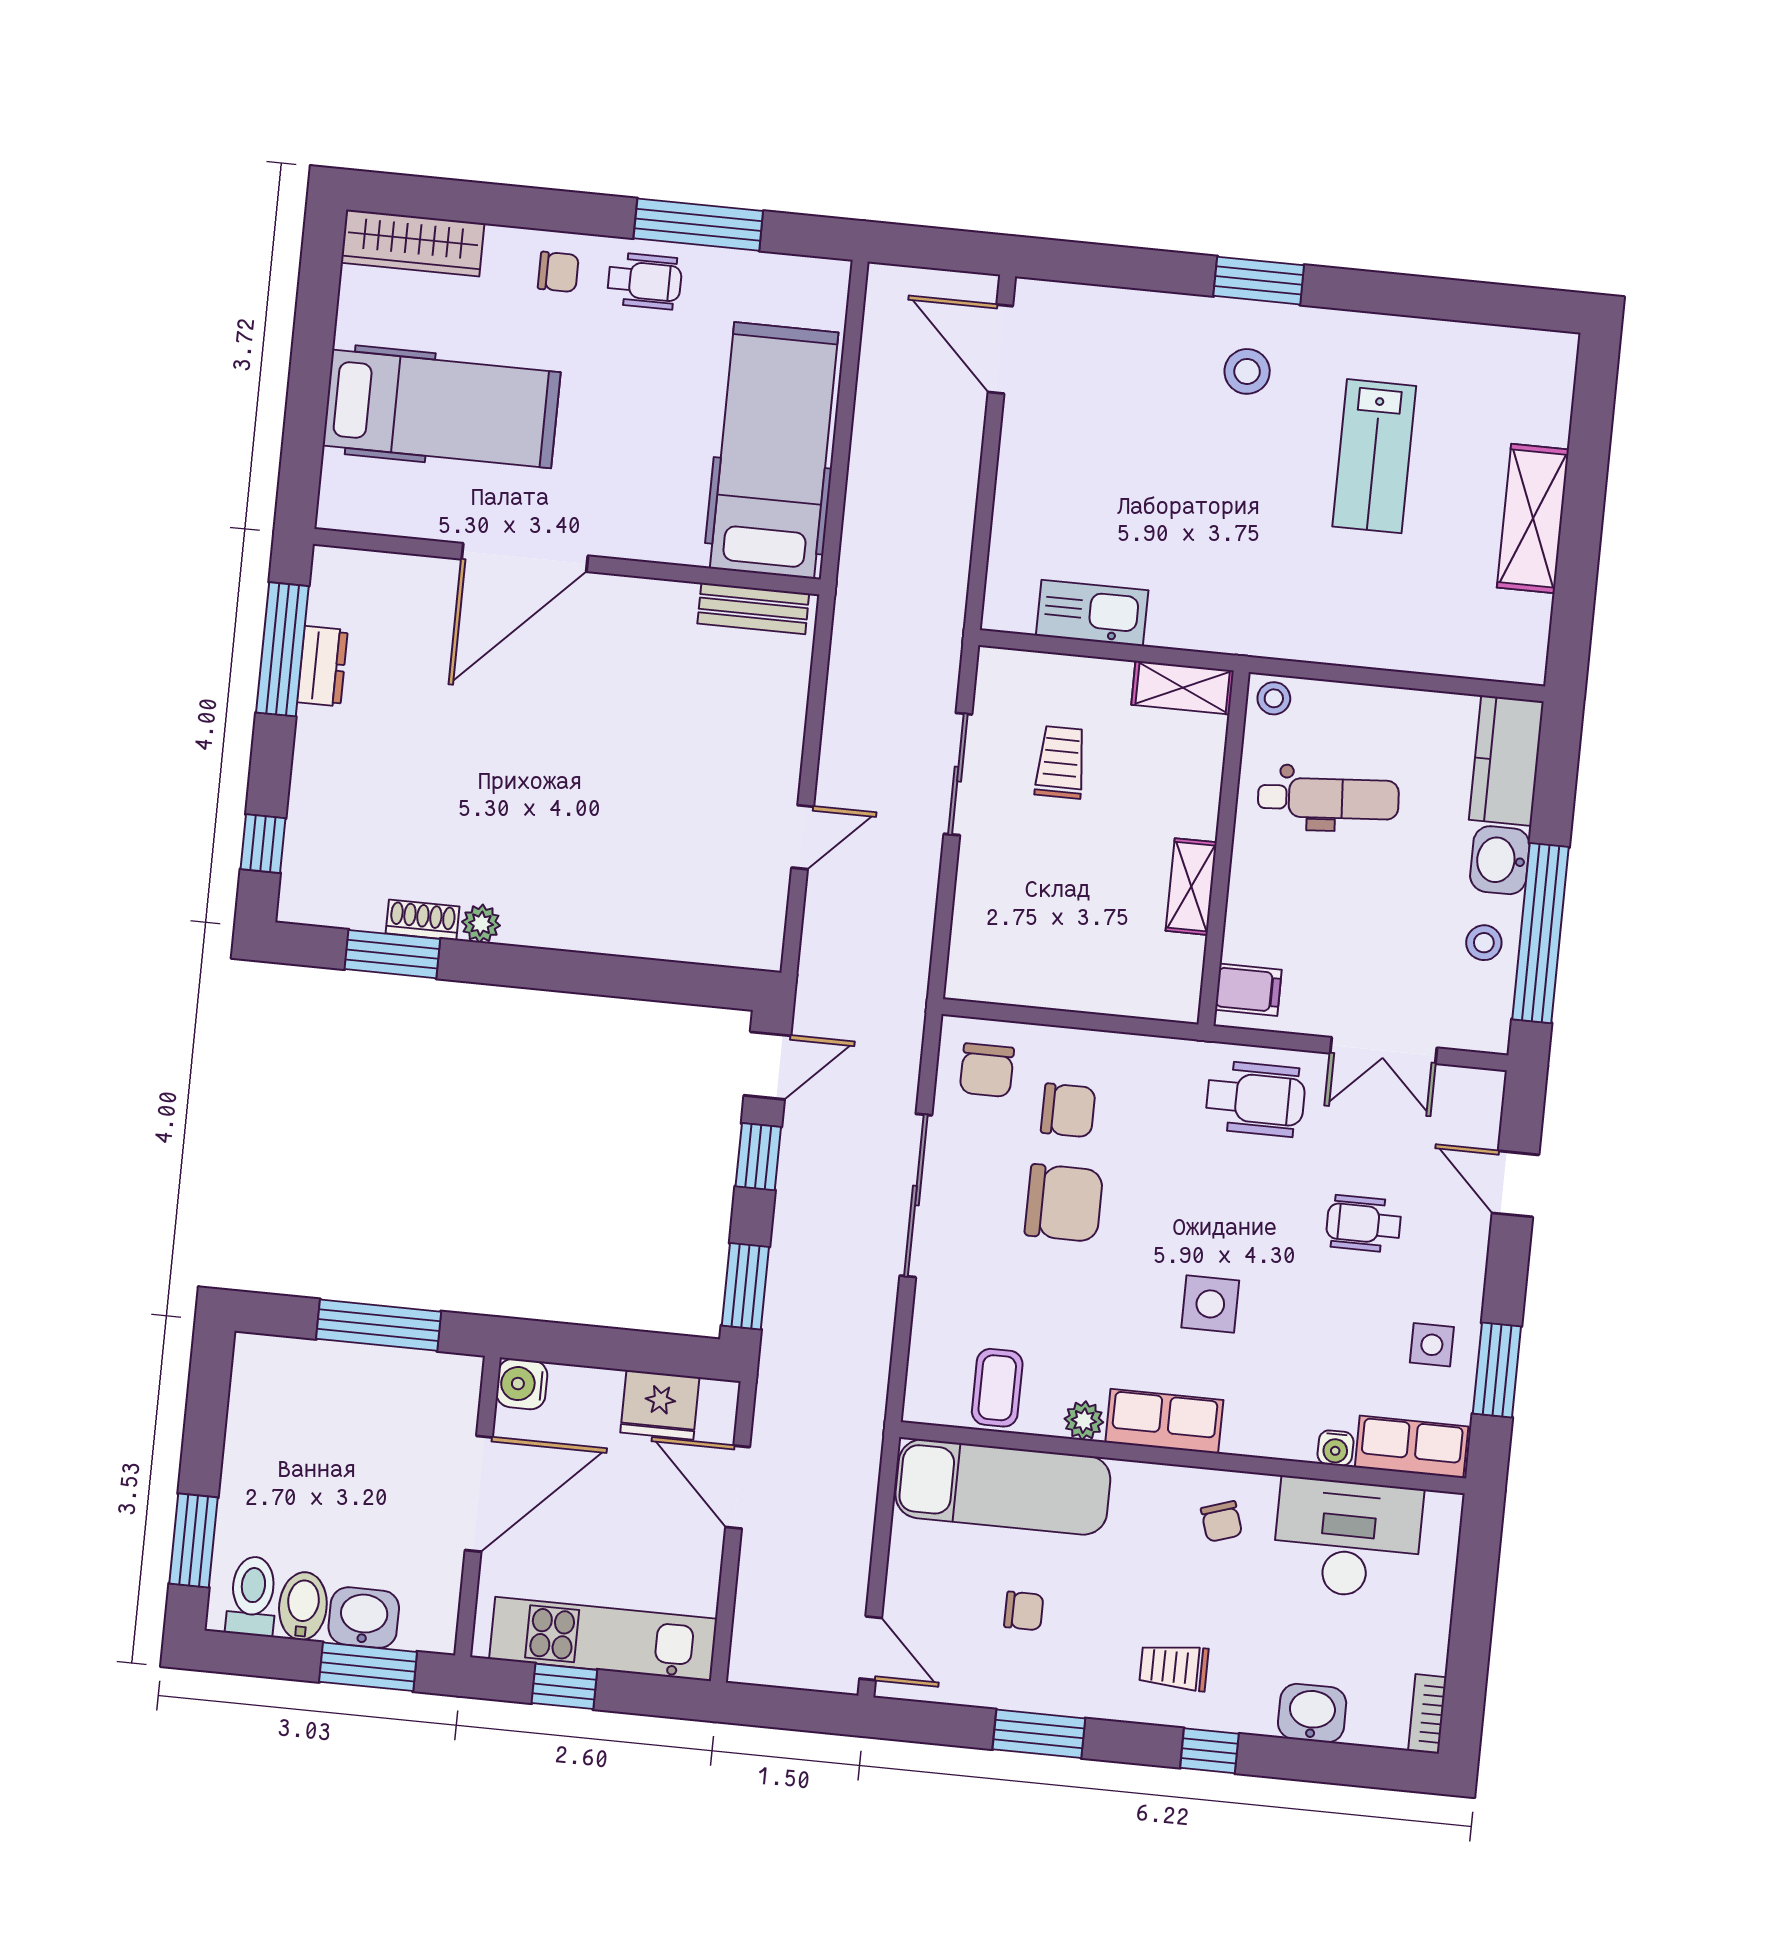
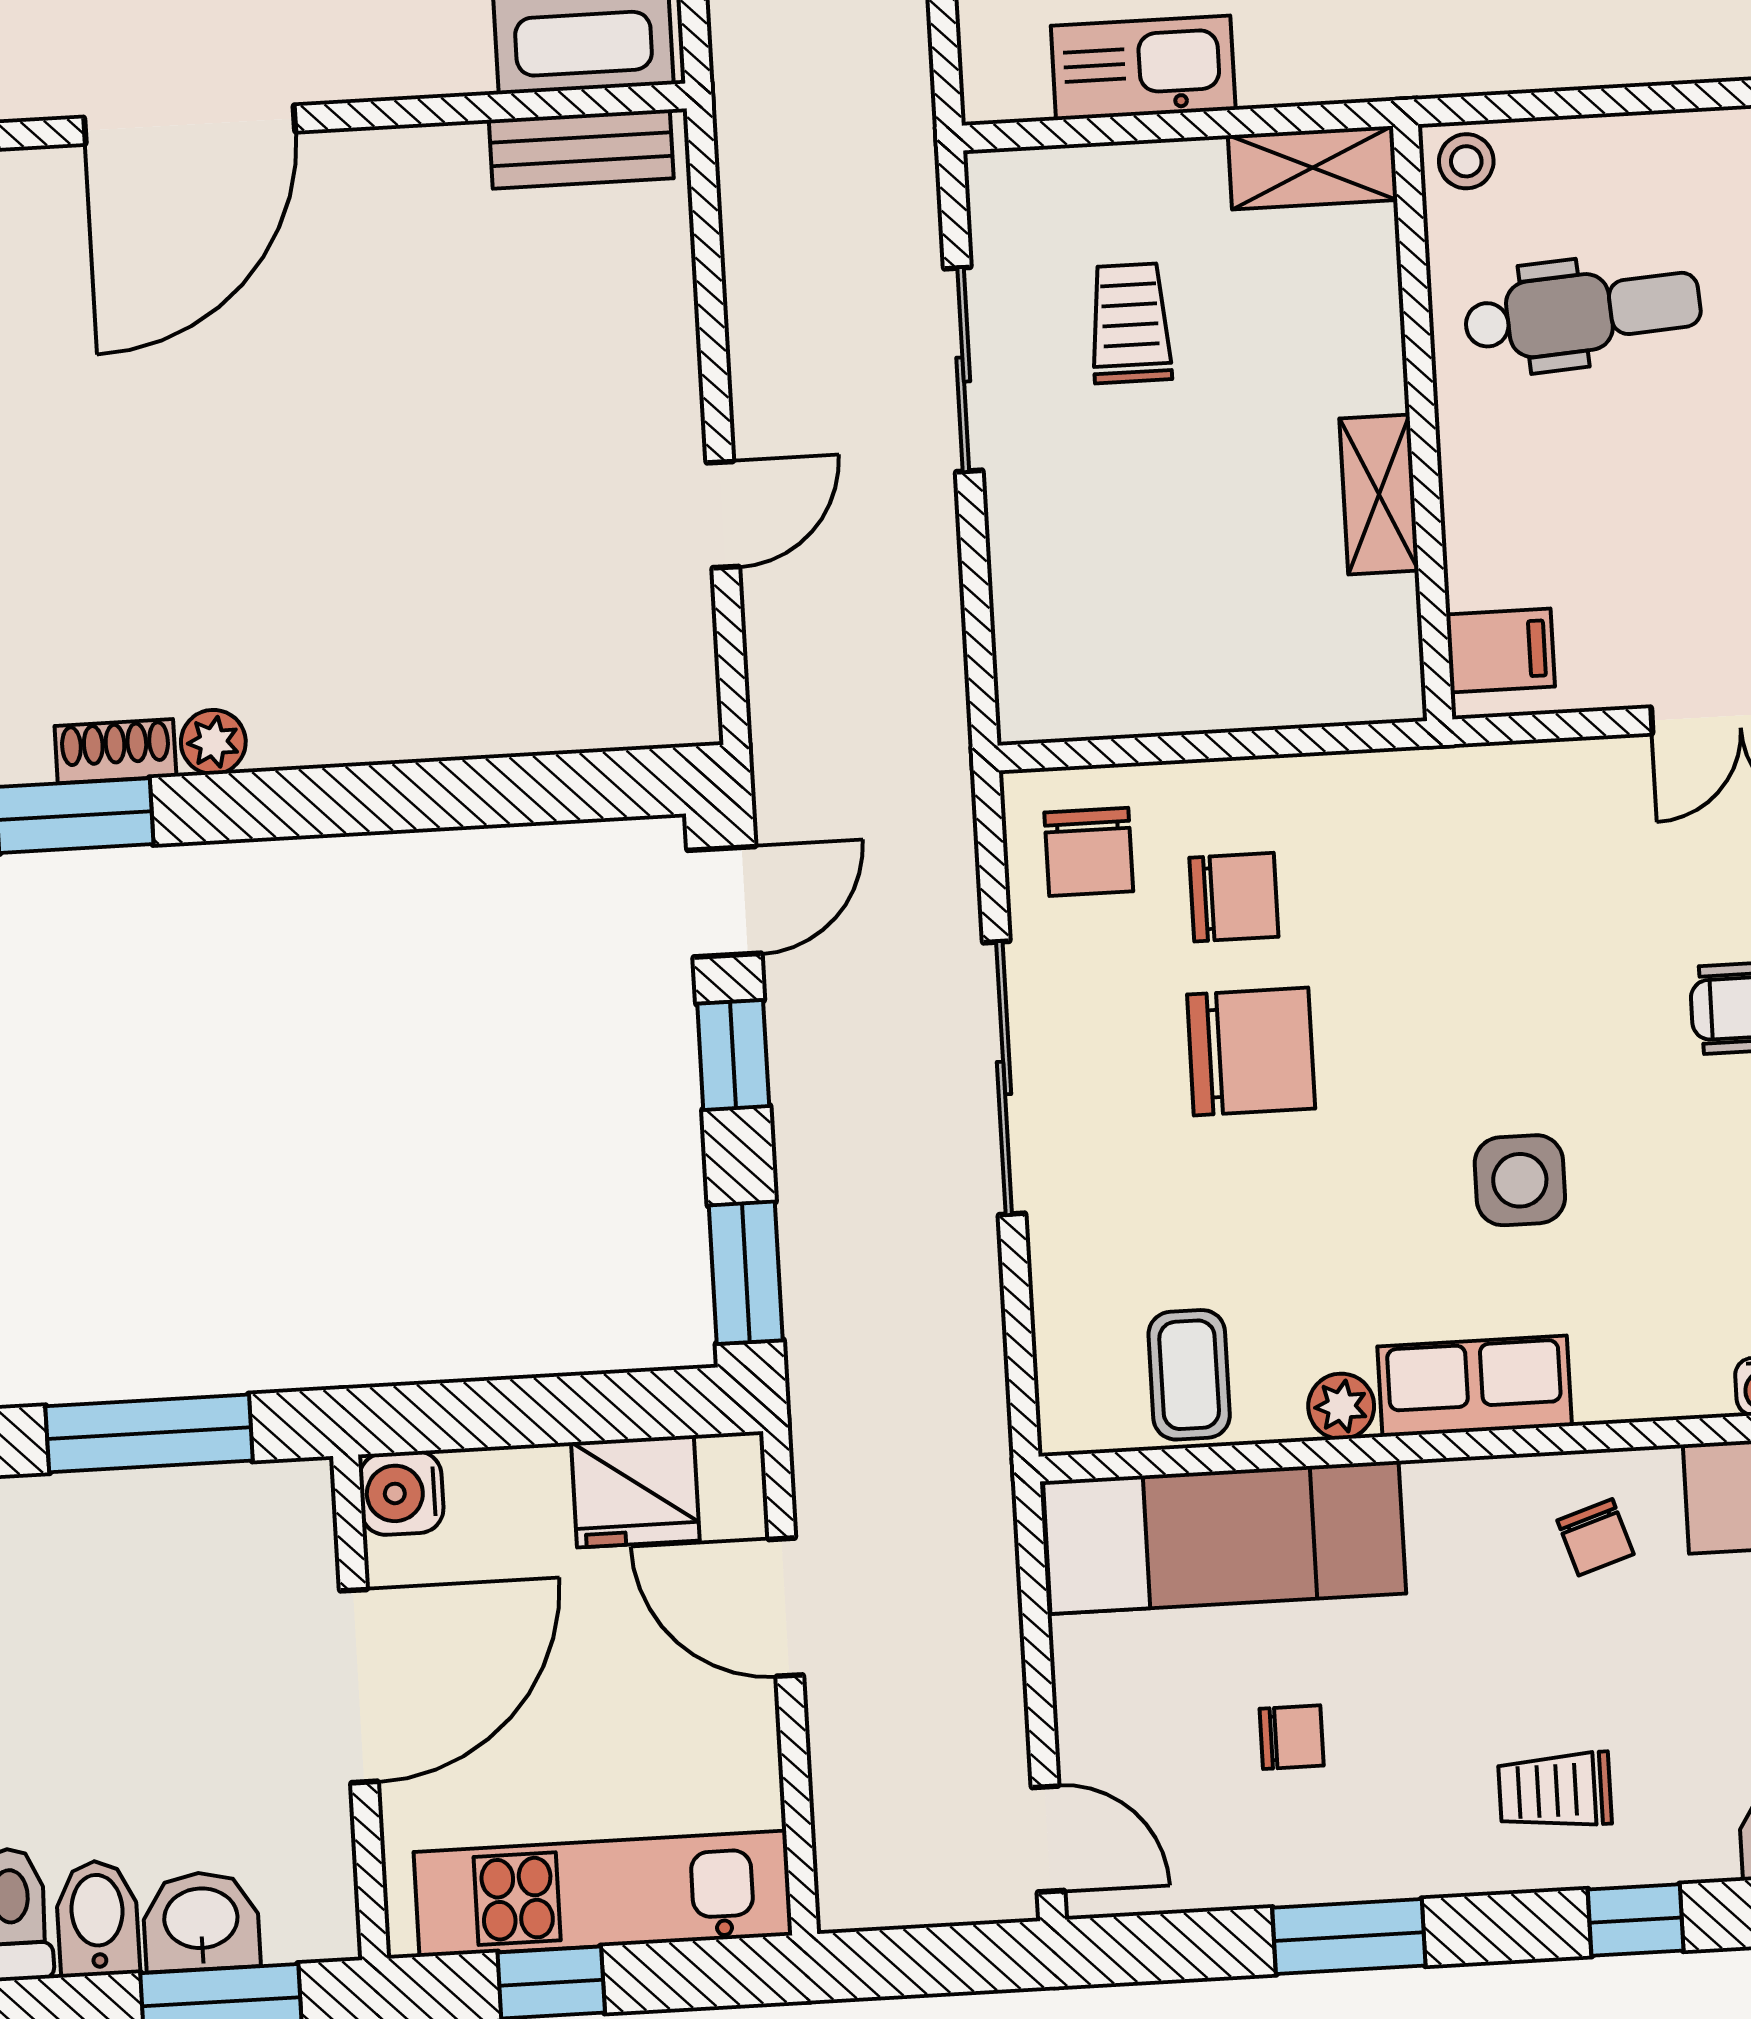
wheelchair: (1256, 1099) -> (1541, 829), removed

